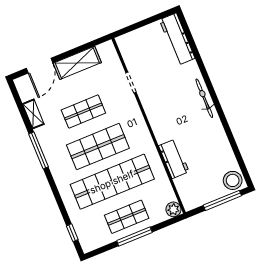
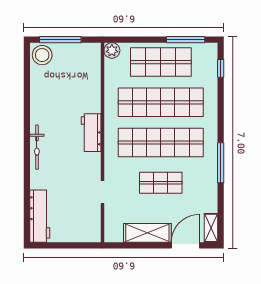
shelving: (33, 114) -> (211, 228), moved
shop shelf: (98, 147) -> (161, 143), width x1.40
workbench: (174, 159) -> (91, 133), moved
shop shelf: (127, 217) -> (161, 62), width x1.43, depth x1.36
window: (134, 236) -> (186, 40), moved

